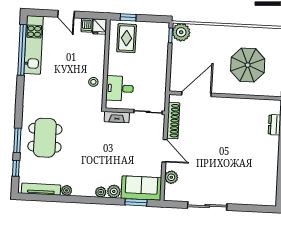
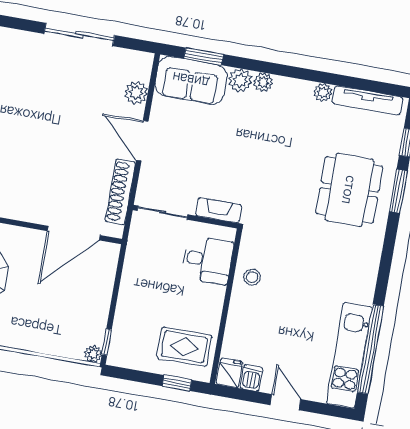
plant: (181, 32) -> (93, 354), width x0.53, depth x0.53
rug: (127, 38) -> (184, 347), turned 90

